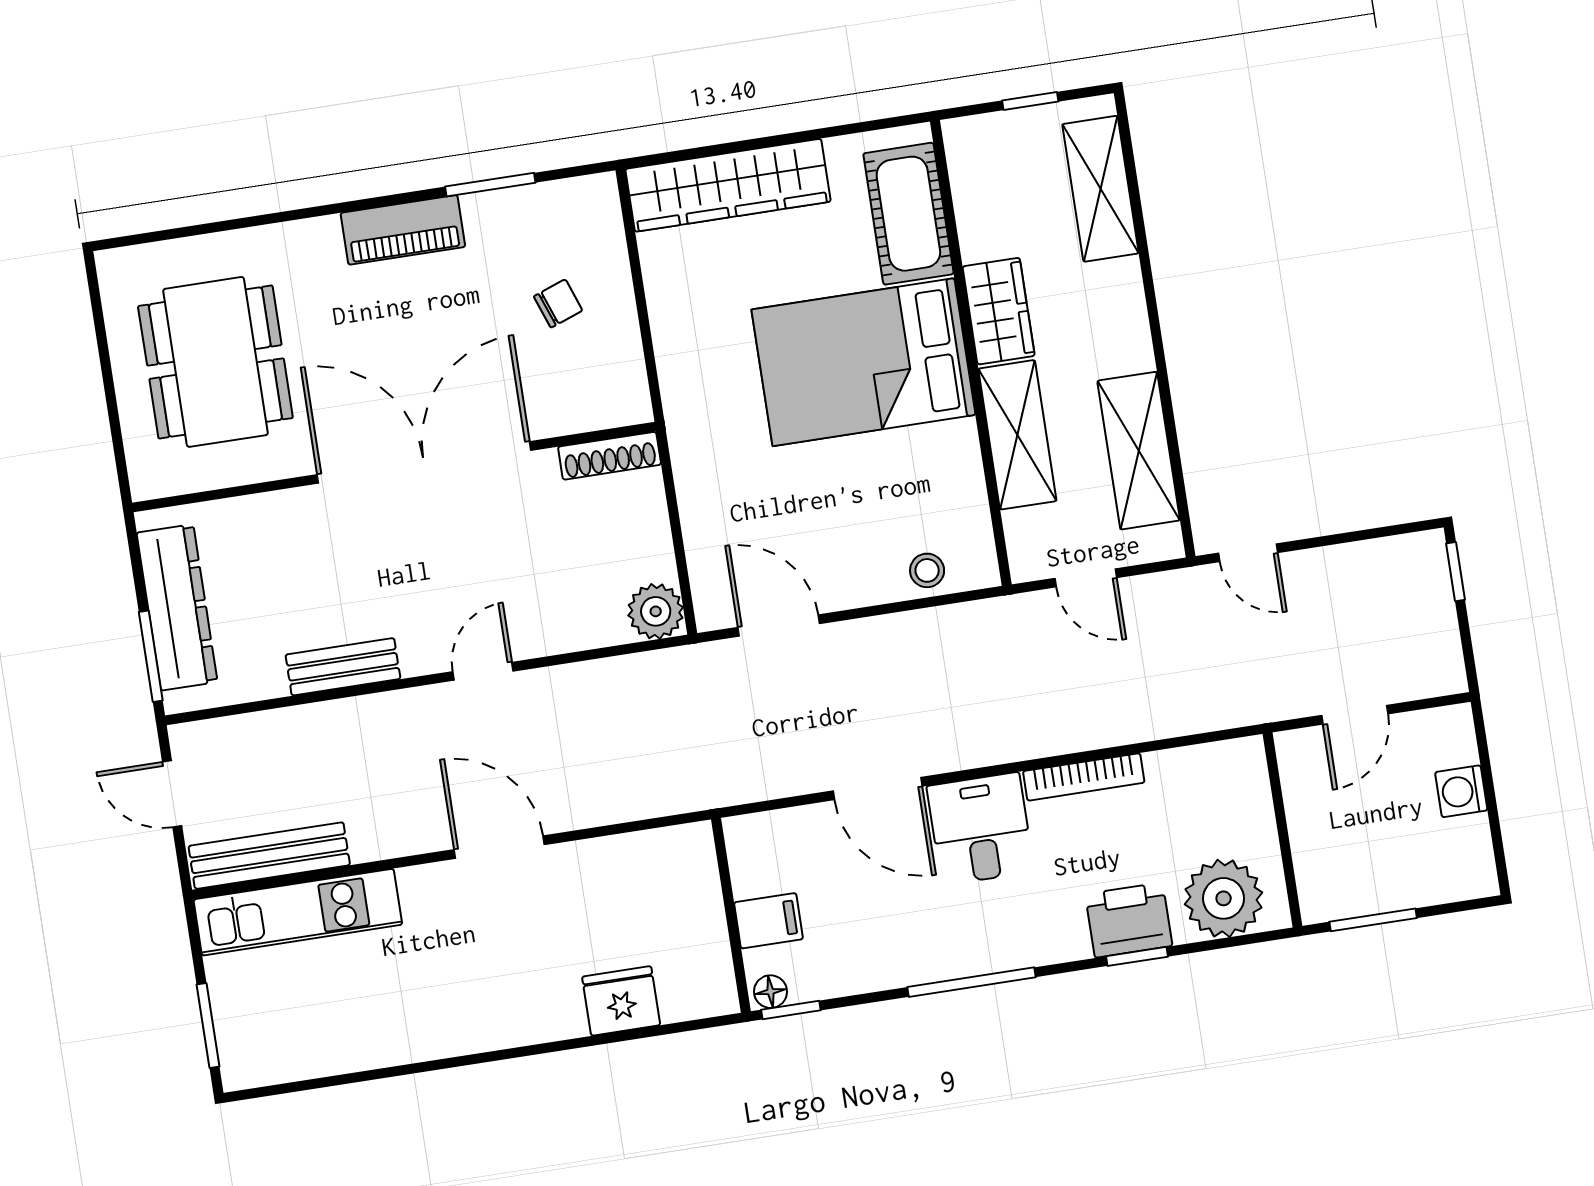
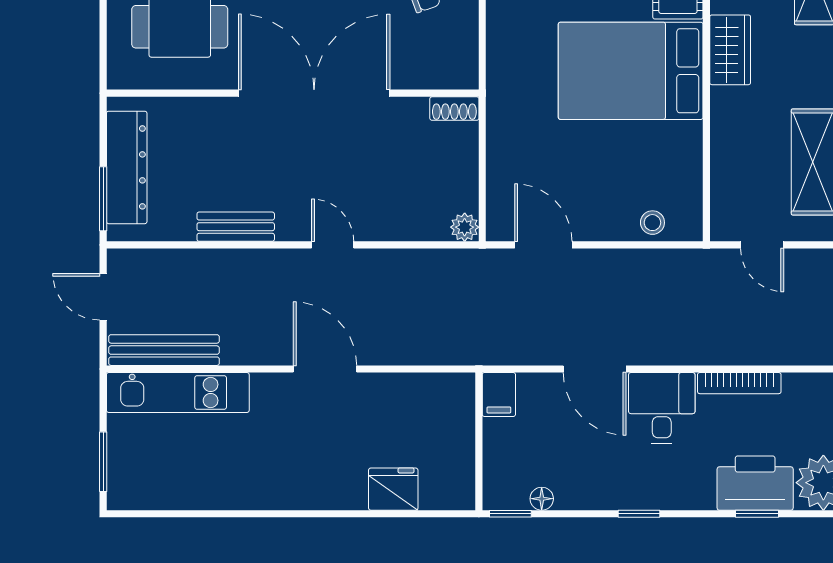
shelving: (1017, 435) -> (730, 138), removed
shoe rack: (610, 456) -> (454, 109), width x0.70
plant: (656, 611) -> (465, 227), width x0.73, depth x0.73
door: (483, 671) -> (333, 245), hinge flipped
printer: (1129, 920) -> (755, 483), width x1.37, depth x1.19
filing cabinet: (768, 921) -> (499, 394), moved, turned 90
window: (972, 982) -> (639, 514), width x0.46
floor lamp: (770, 992) -> (542, 499), moved

